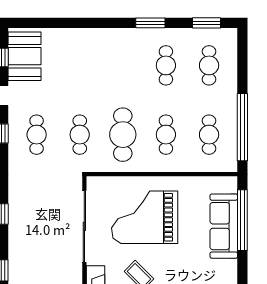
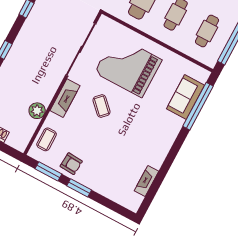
sofa: (224, 226) -> (186, 97), width x0.73

